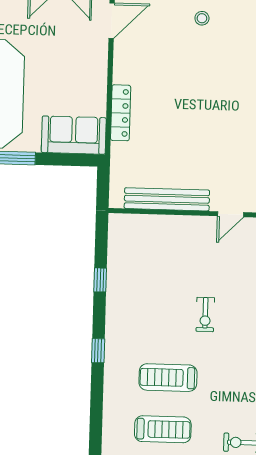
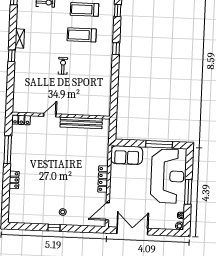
locker: (121, 113) -> (103, 179), moved
window: (100, 280) -> (118, 10), moved
treadmill: (168, 378) -> (82, 35), turned 180

